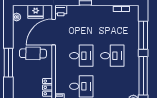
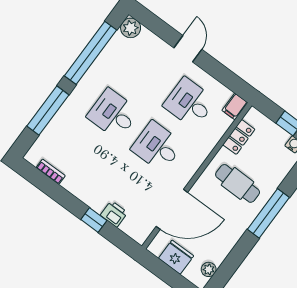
printer: (61, 11) -> (114, 214), moved
cafe table: (33, 53) -> (238, 183), moved

